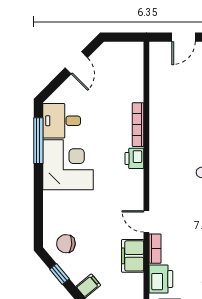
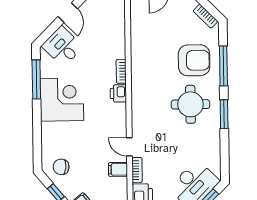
desk: (62, 121) -> (62, 46), moved, turned 45
bookcase: (138, 125) -> (121, 71), width x0.64
filing cabinet: (133, 256) -> (118, 169), width x0.50

